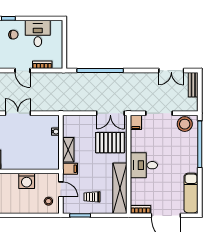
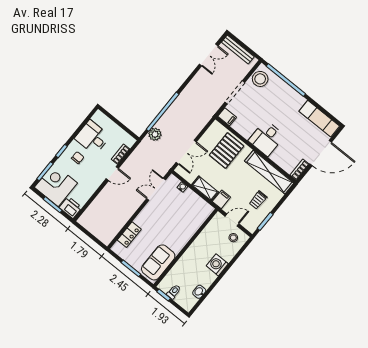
plant: (78, 79) -> (155, 134), added
bench: (193, 85) -> (238, 49), width x1.36
double door: (18, 113) -> (156, 189), moved
double door: (110, 113) -> (186, 152), moved
washing machine: (27, 181) -> (217, 265), moved, turned 180

